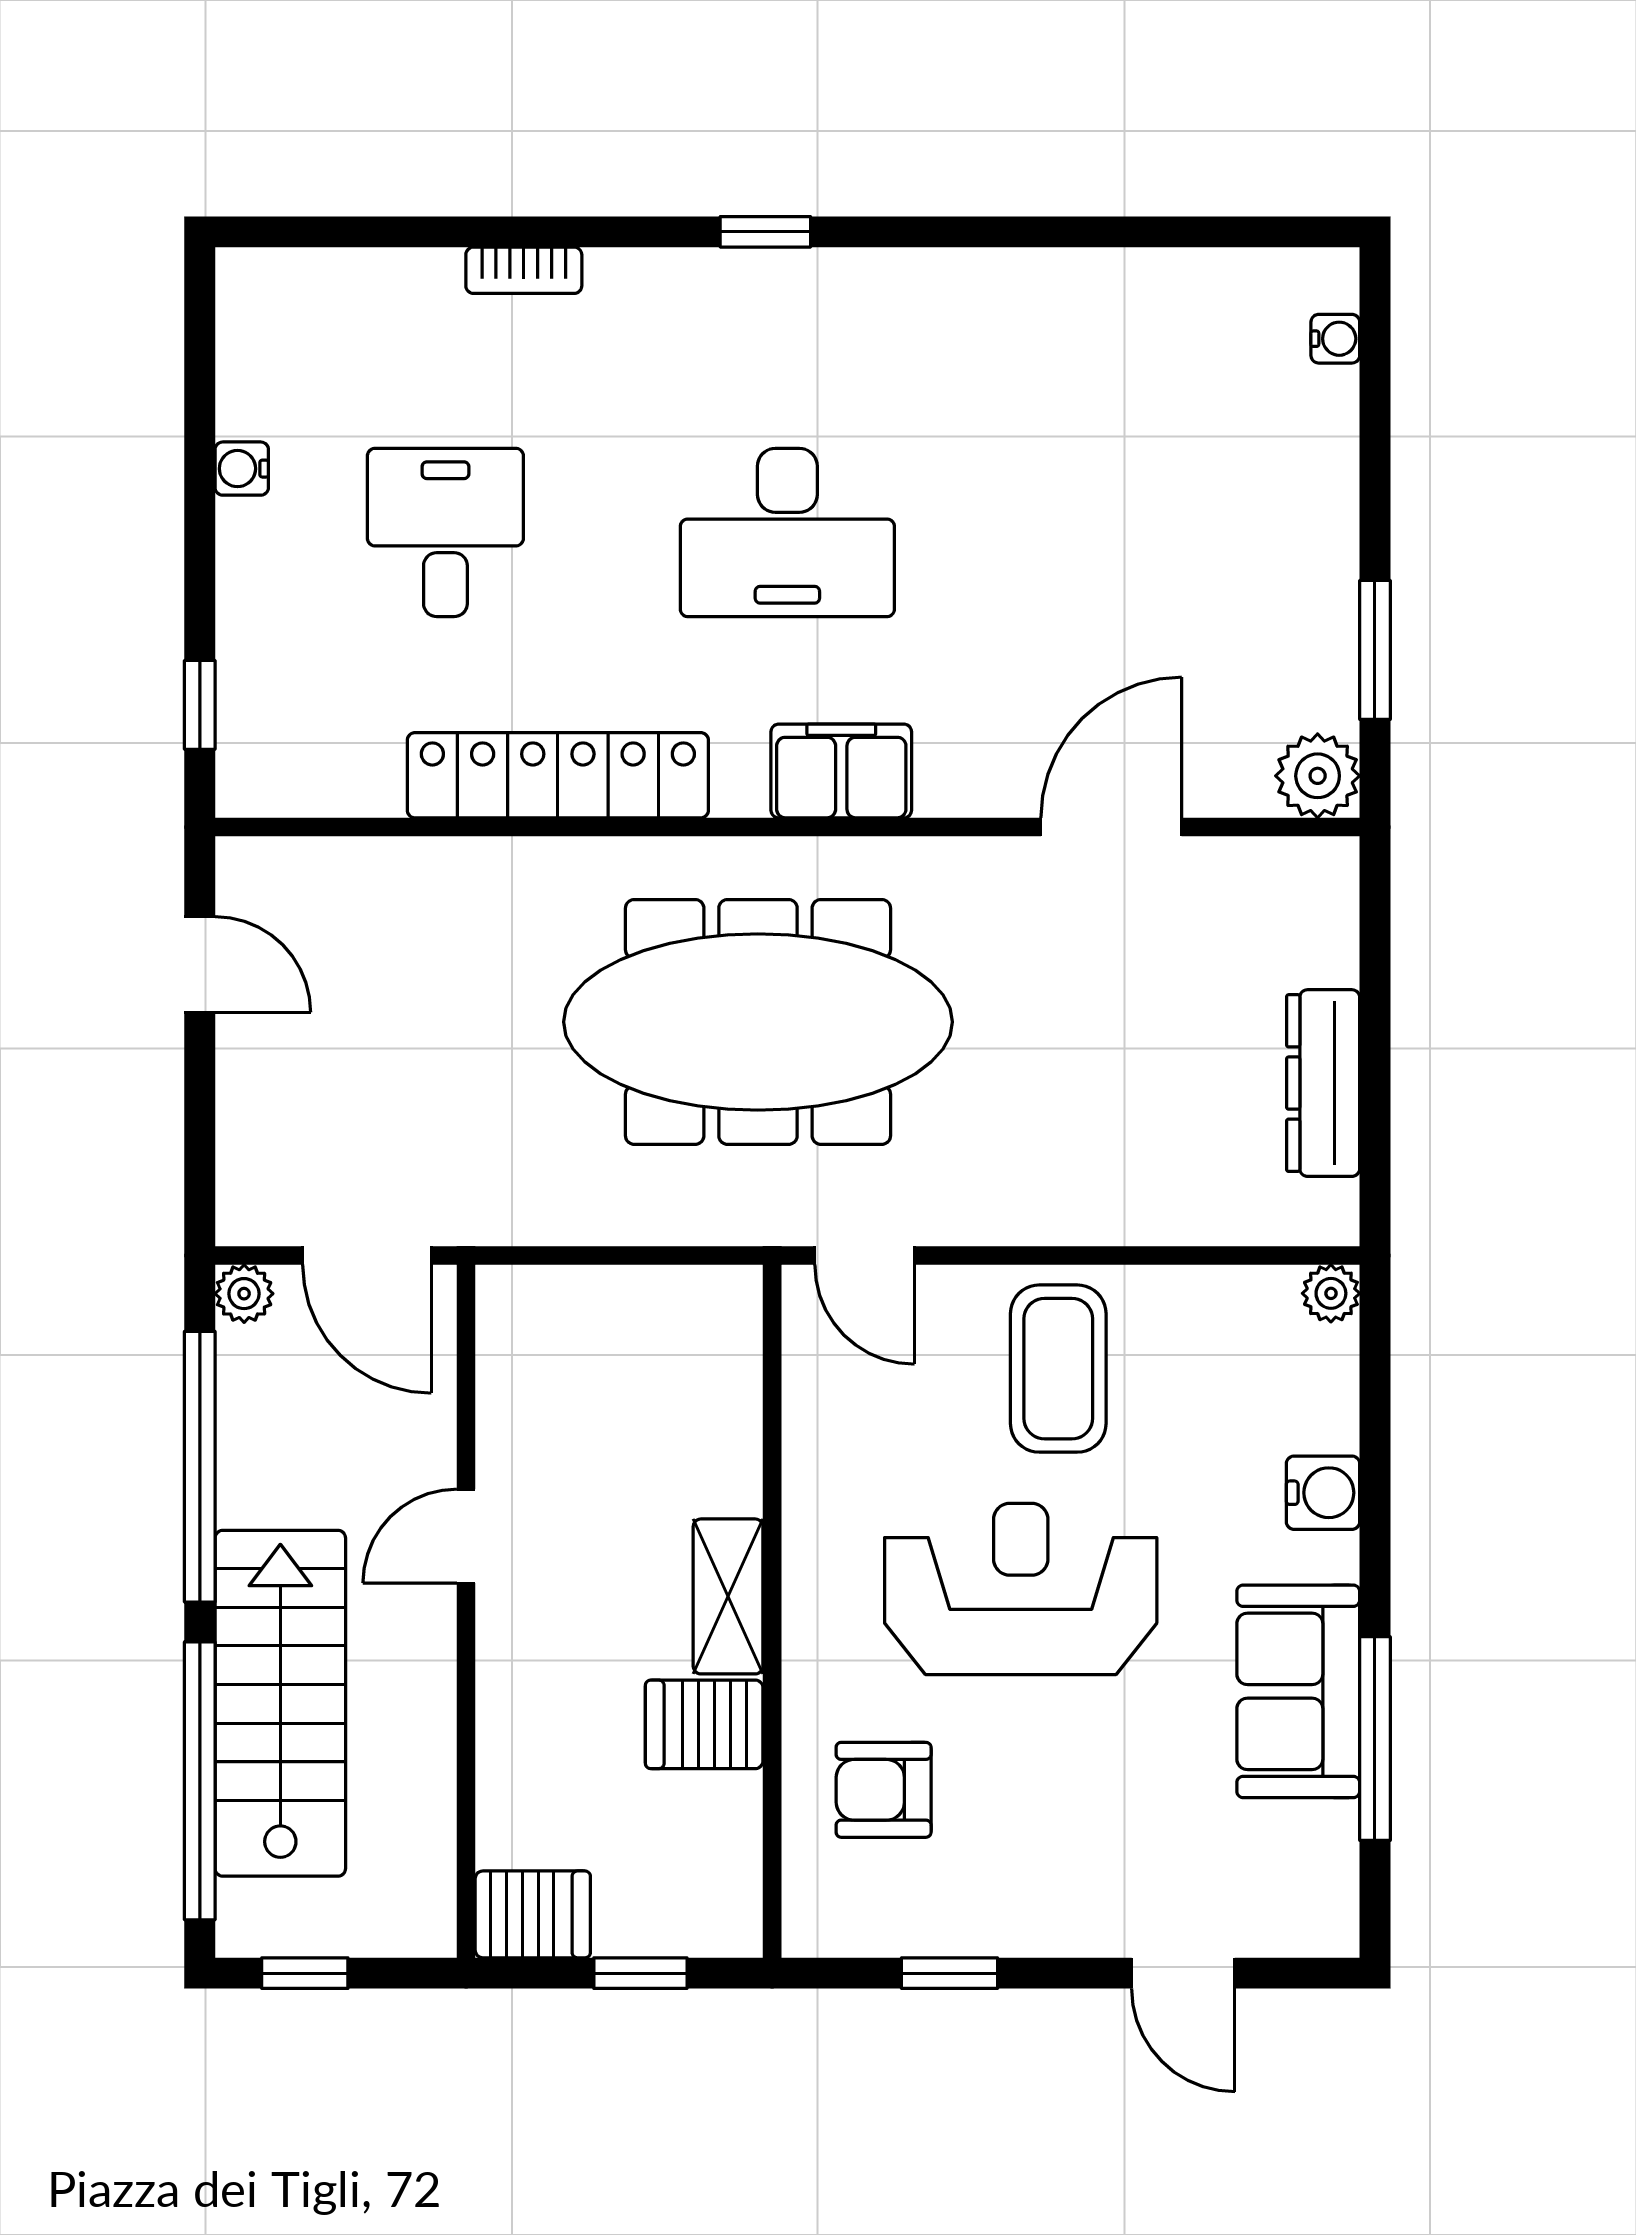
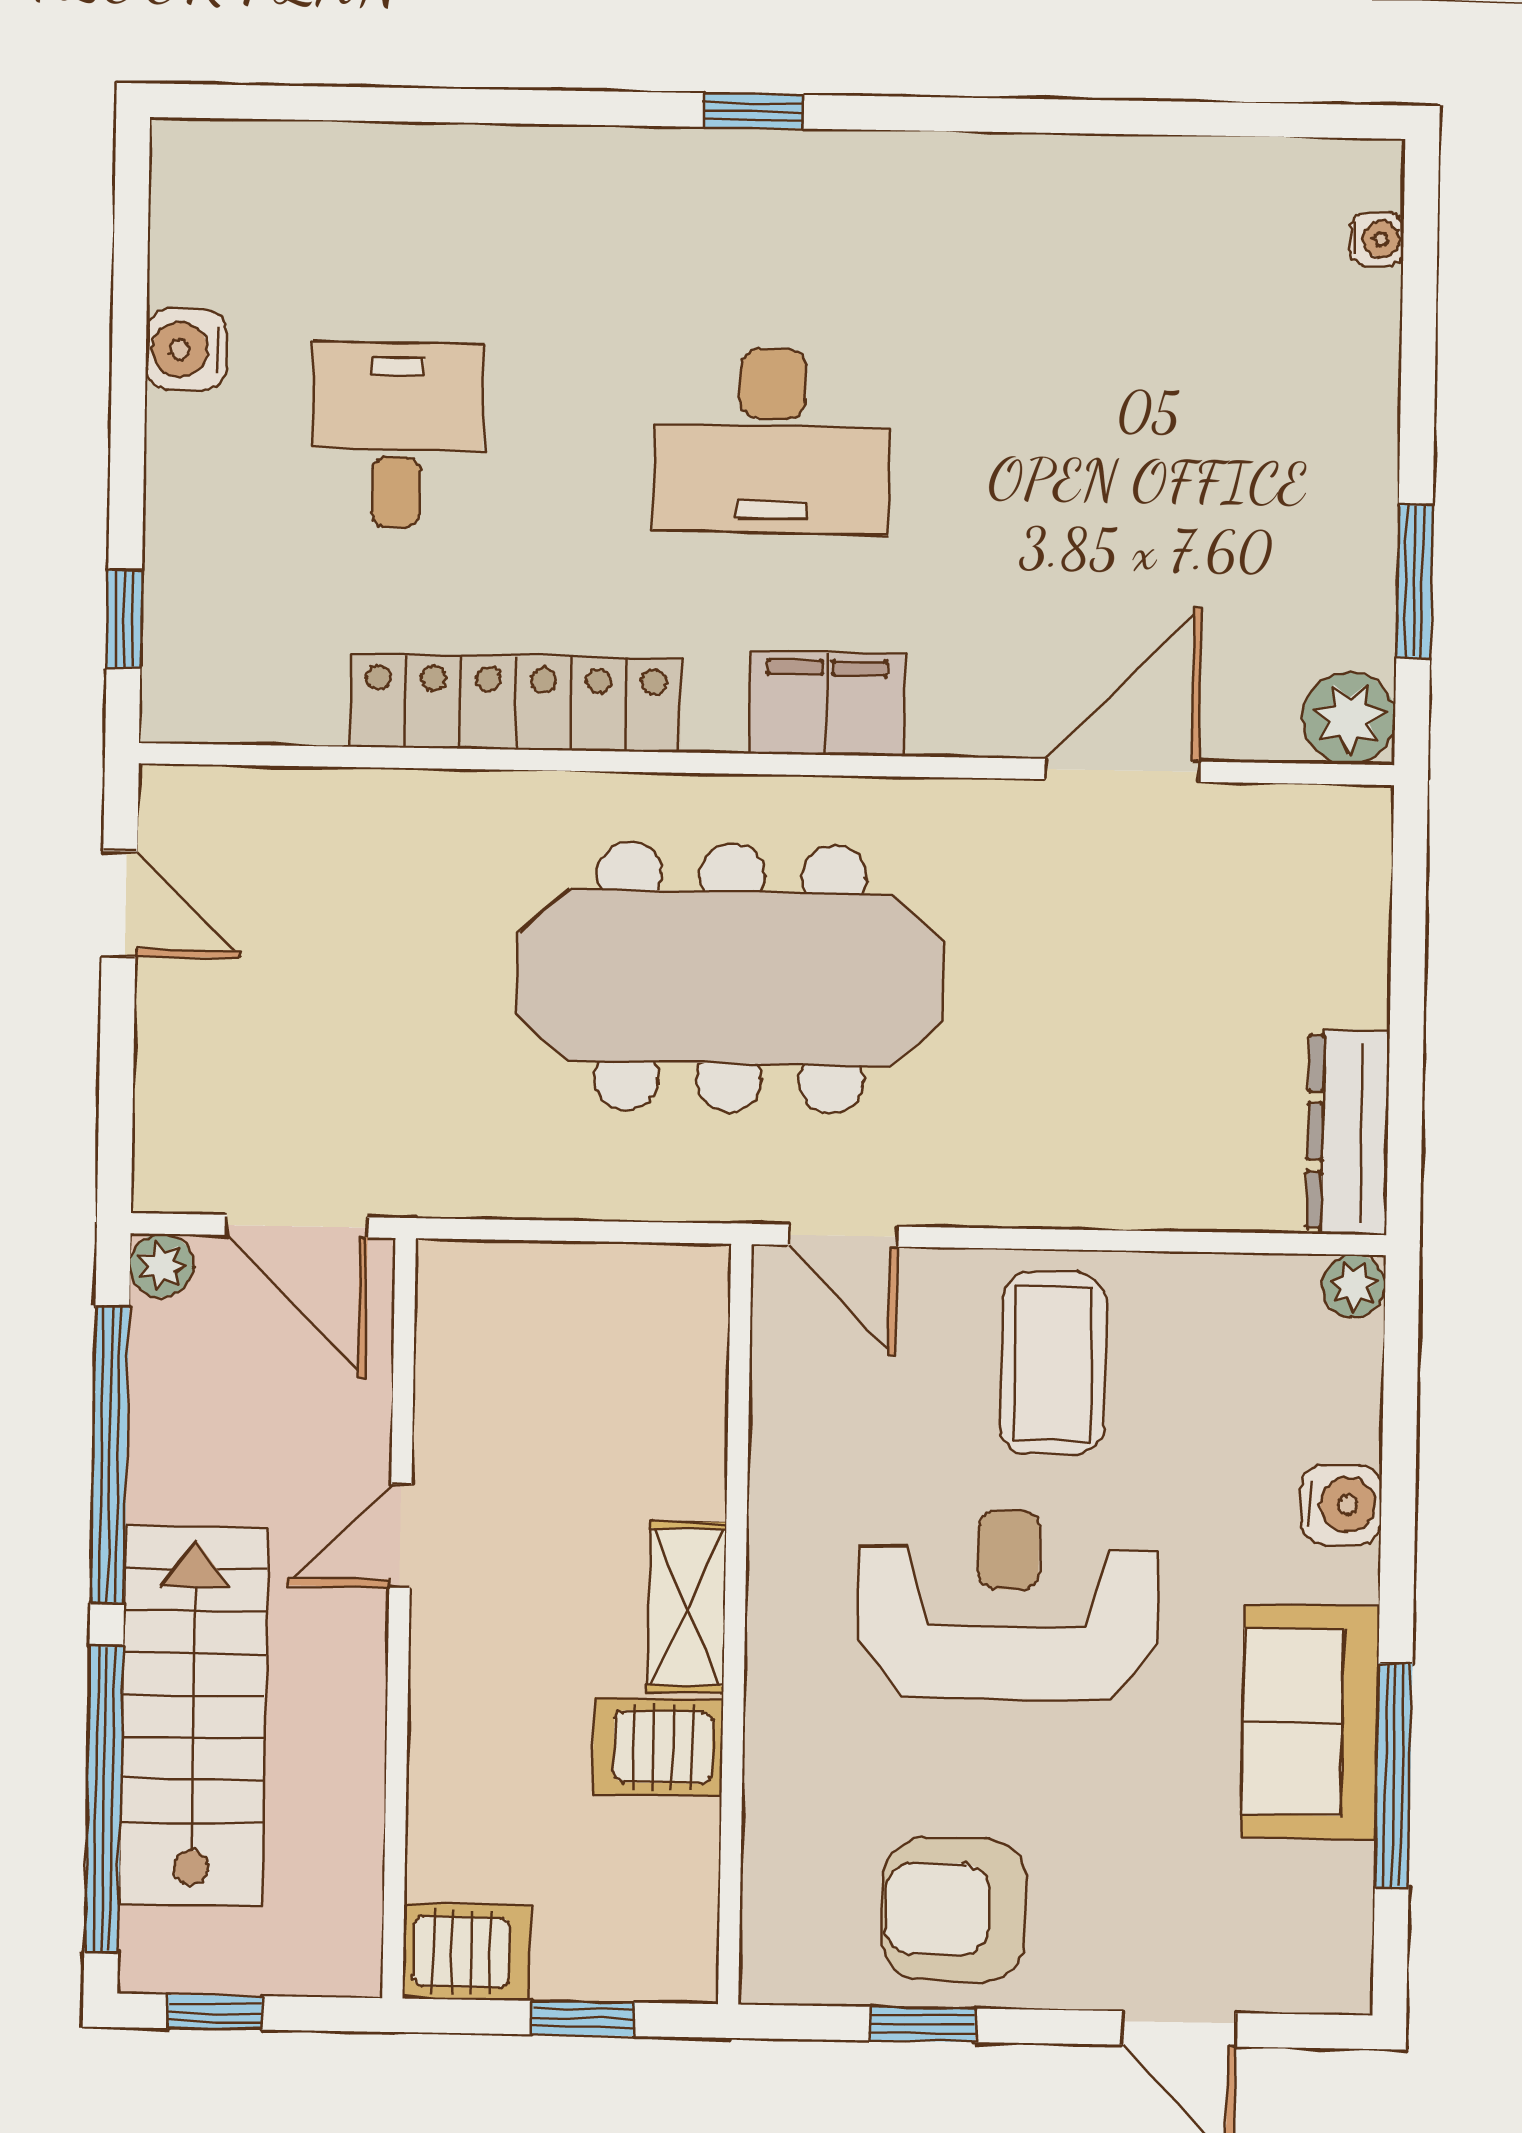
bookcase: (524, 270) -> (488, 148), removed
water cooler: (242, 469) -> (186, 350), width x1.38, depth x1.38
dresser: (1323, 1083) -> (1348, 1132), moved
armchair: (884, 1790) -> (954, 1909), moved, width x1.38, depth x1.38

